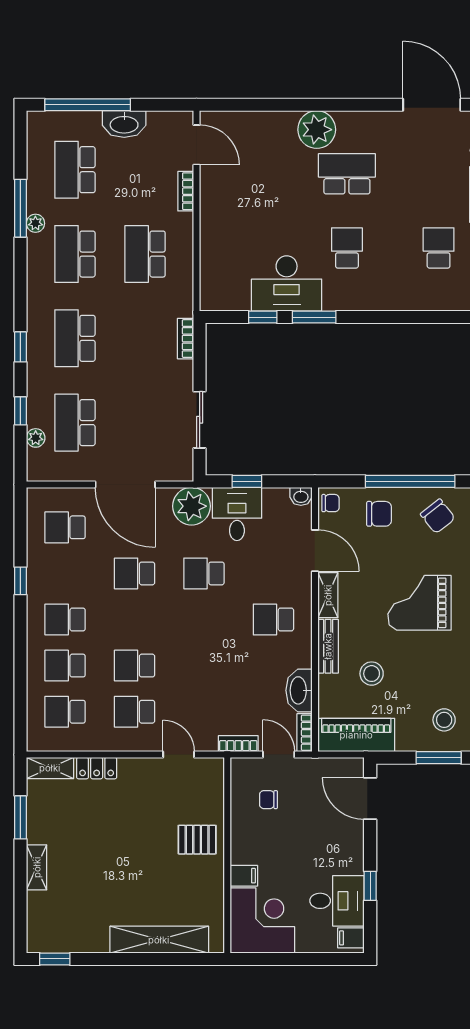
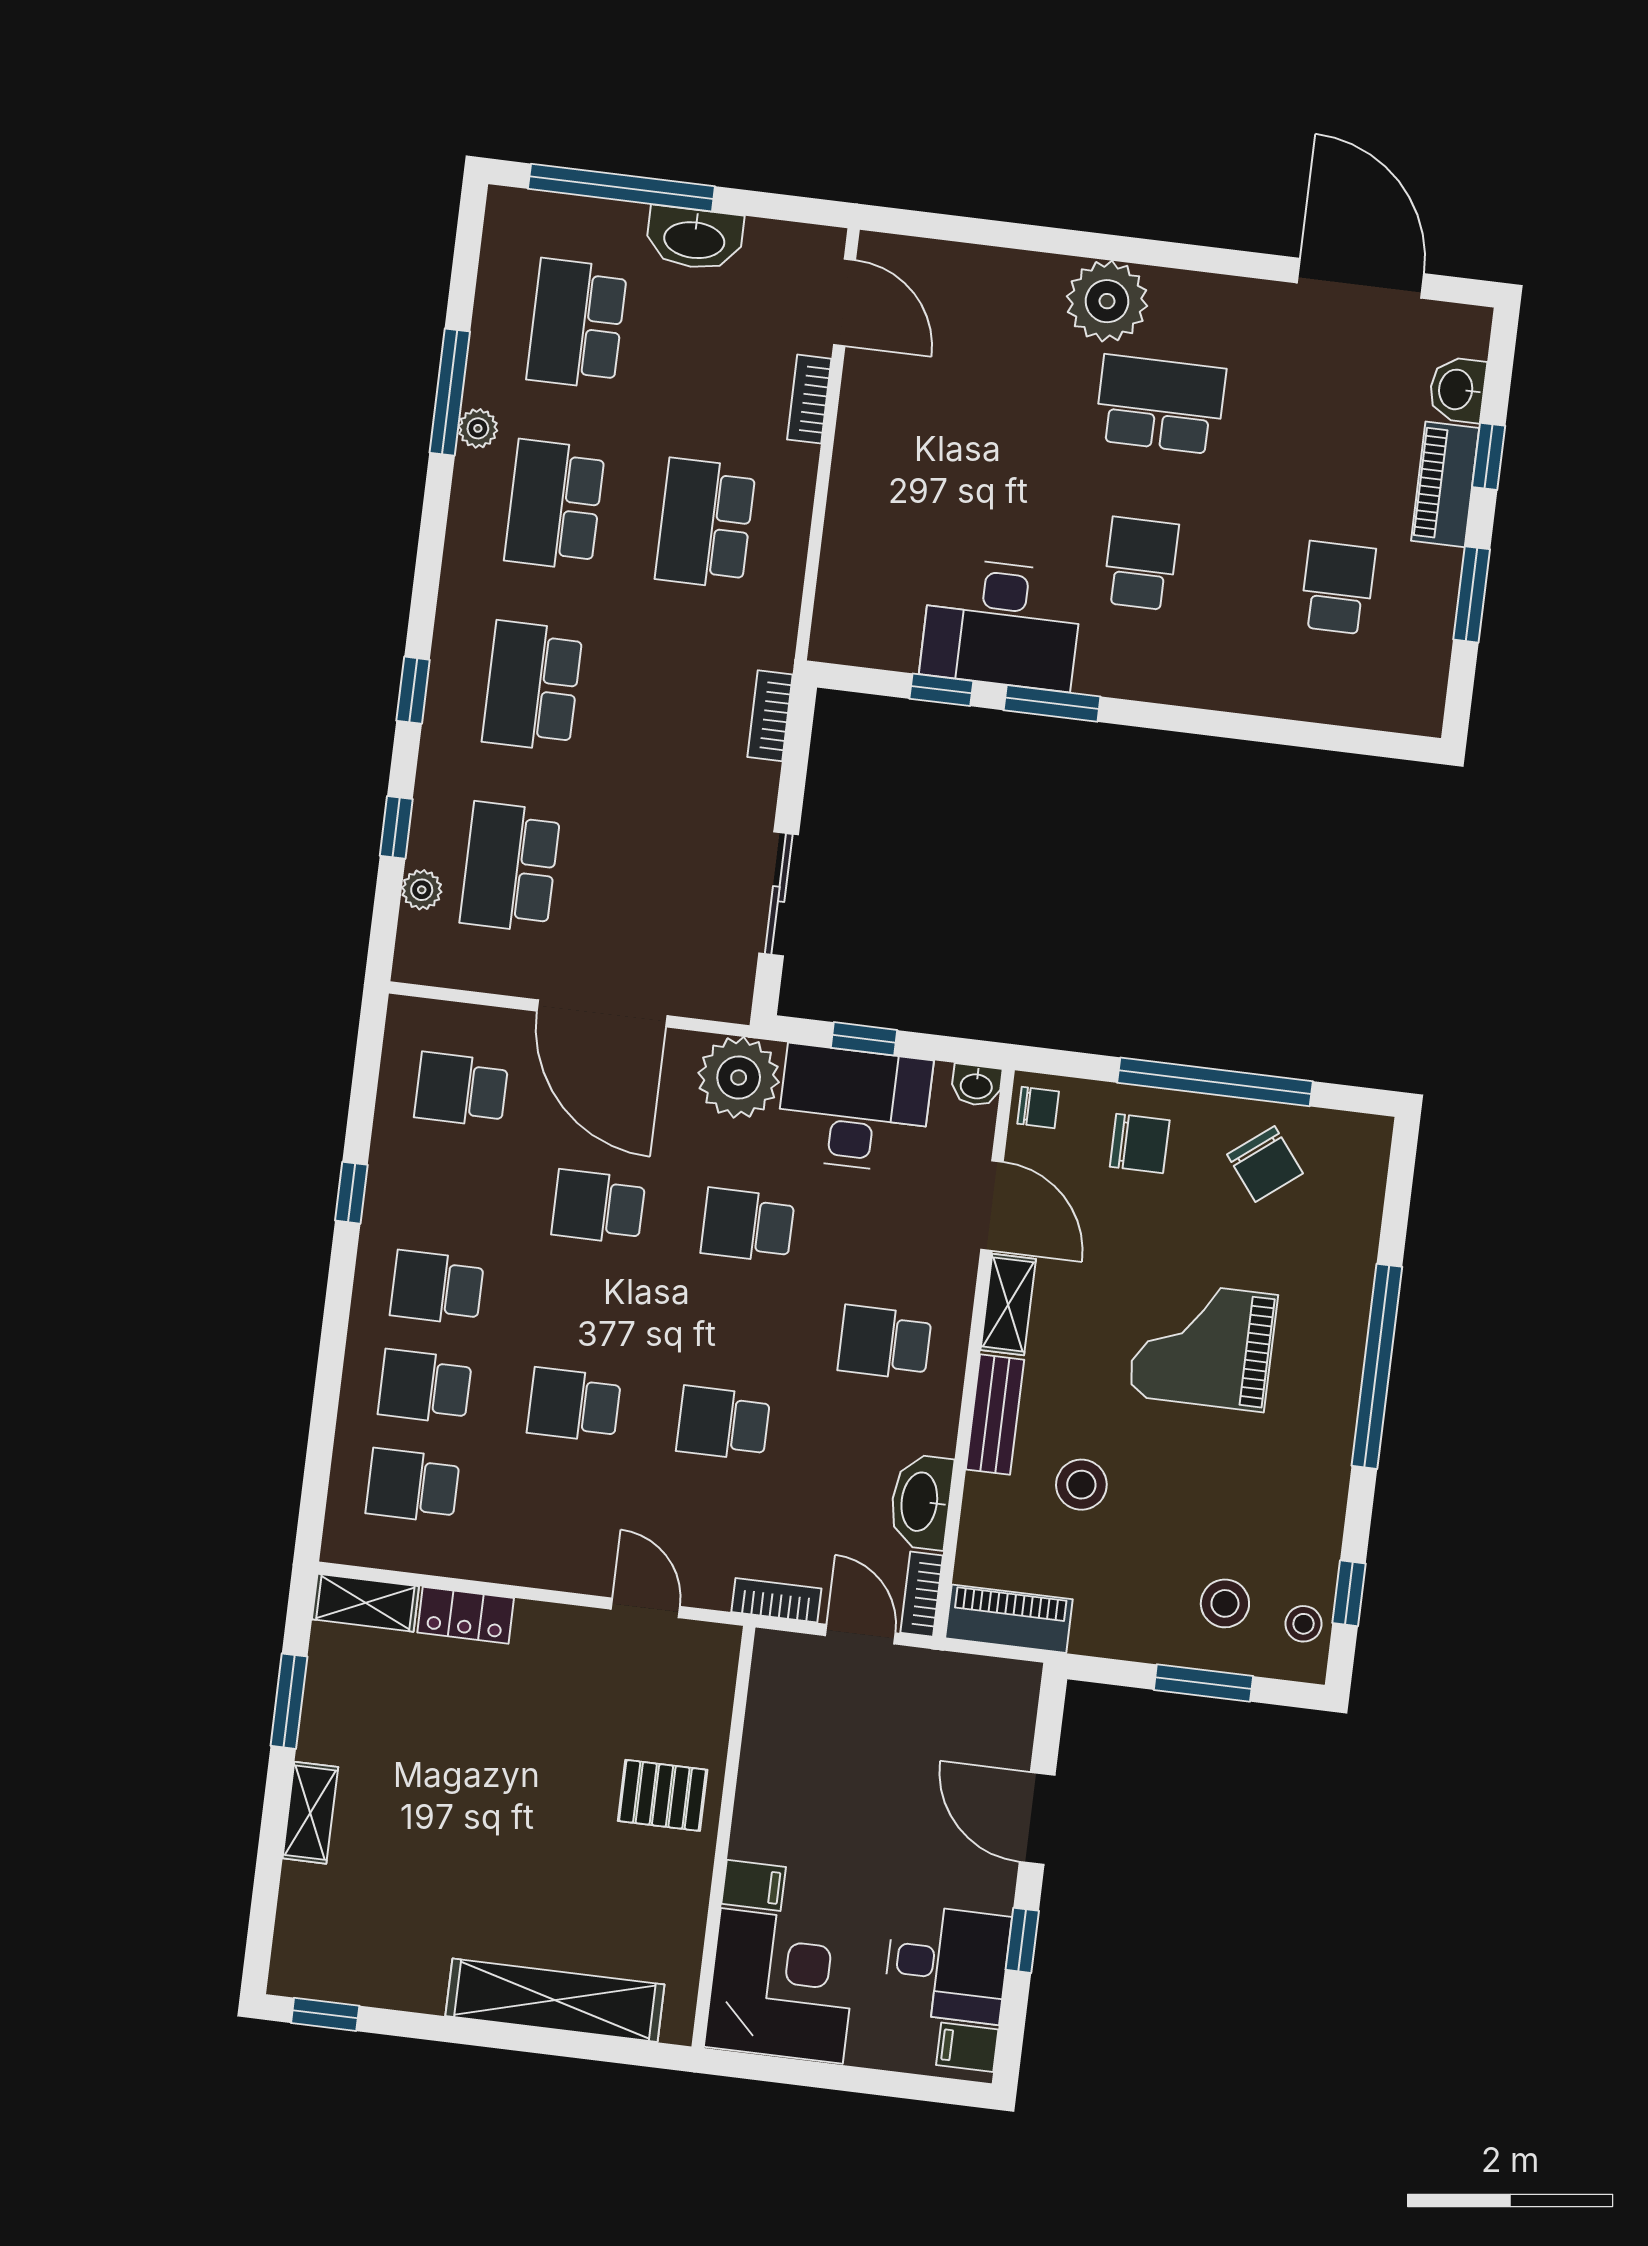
desk: (237, 514) -> (854, 1109), width x1.37
school desk: (135, 712) -> (723, 1423), moved
piano: (356, 735) -> (1009, 1619), width x0.73, depth x0.75
door: (370, 798) -> (1037, 1818), moved
chair: (268, 800) -> (827, 1728), removed

